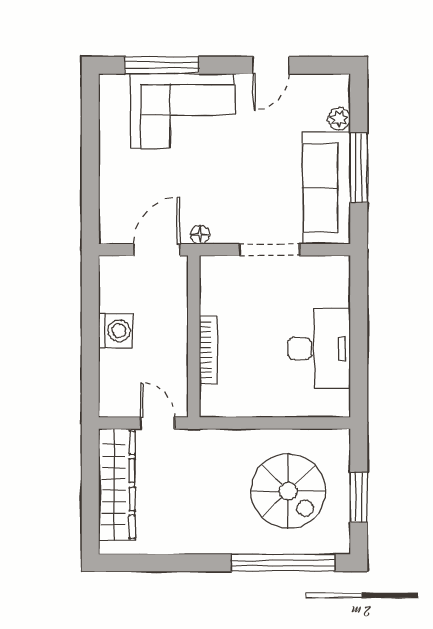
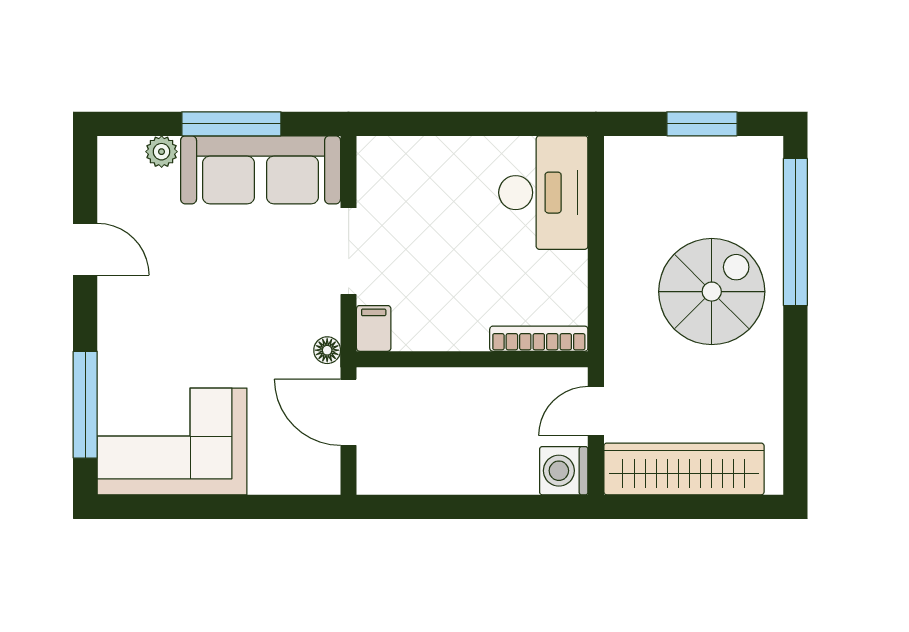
corner sofa: (183, 111) -> (172, 441), moved, turned -90
filing cabinet: (215, 267) -> (374, 328), added
washing machine: (116, 331) -> (564, 471), moved, turned -90
desk: (319, 349) -> (543, 193), moved, turned 90
bookcase: (208, 350) -> (539, 339), moved
spiral stairs: (288, 491) -> (712, 292), moved

